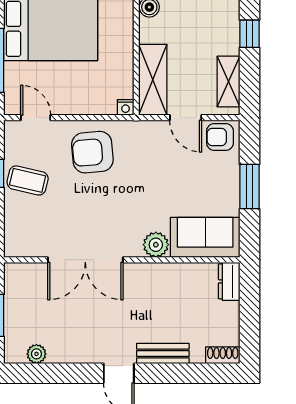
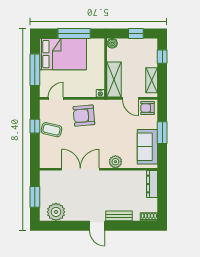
door: (36, 118) -> (56, 98), hinge flipped
sofa: (205, 237) -> (147, 147), moved, turned -90
double door: (85, 260) -> (80, 169), swing flipped
dresser: (229, 281) -> (152, 184), width x1.44
plant: (36, 354) -> (56, 212), width x1.88, depth x1.88

